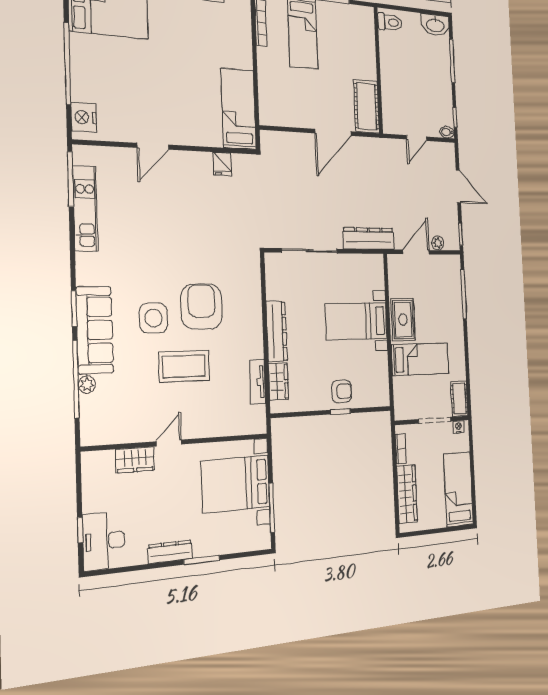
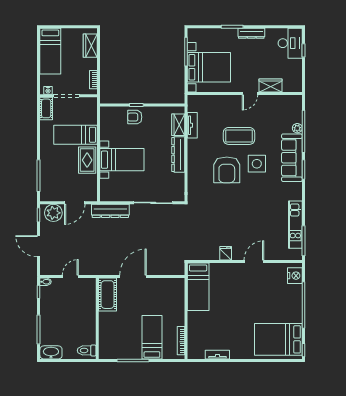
fridge: (222, 164) -> (226, 253), moved
plant: (438, 243) -> (53, 213), width x1.88, depth x1.88
wardrobe: (407, 494) -> (90, 46), width x0.67

